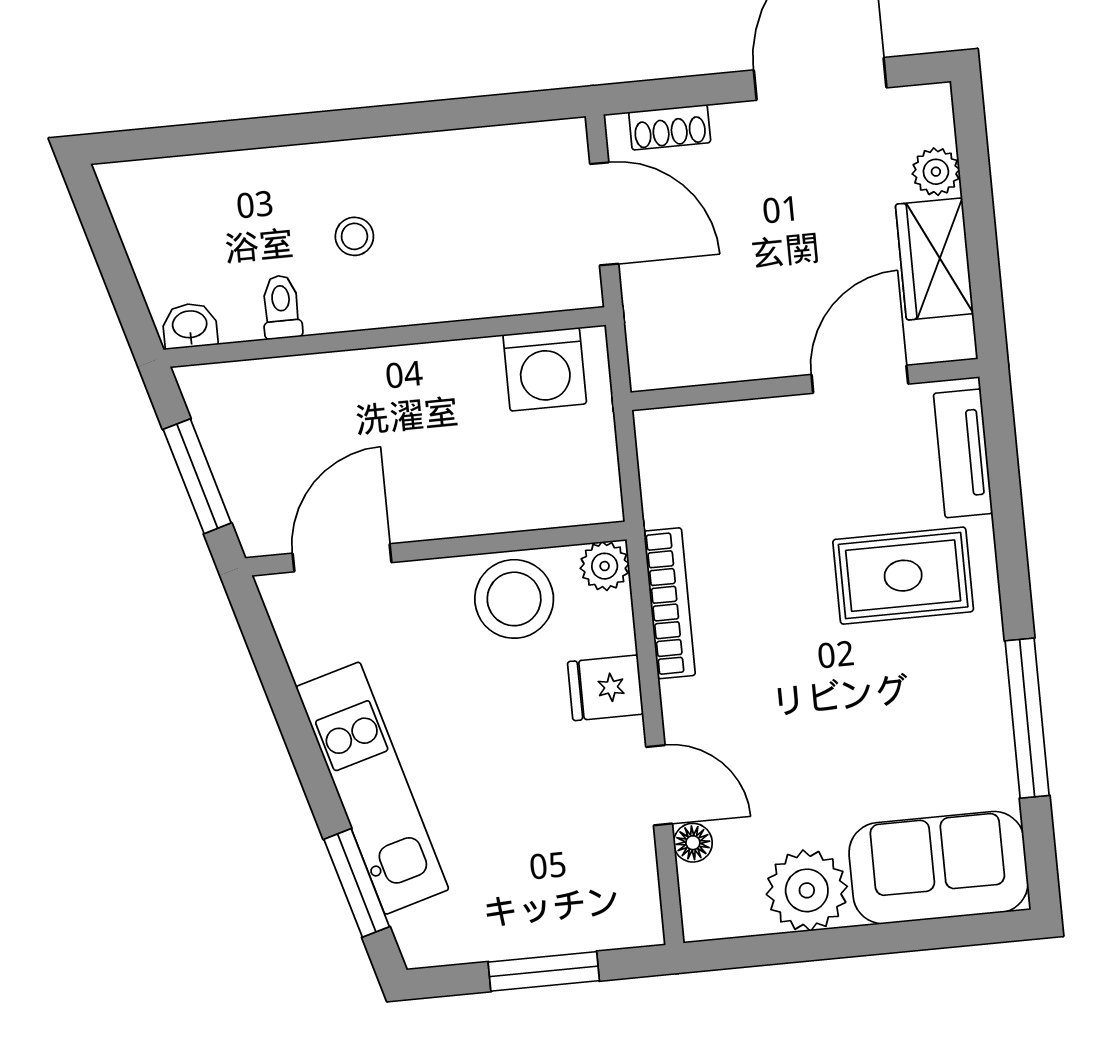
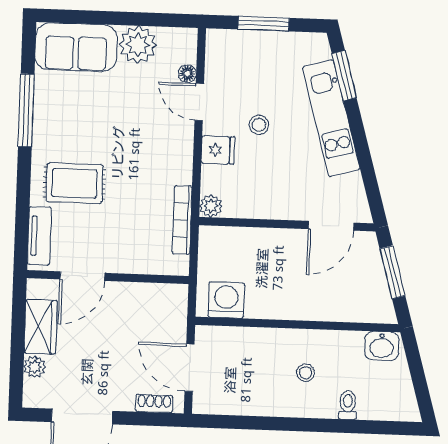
toilet: (281, 307) -> (348, 405), moved, turned 180
washbasin: (190, 326) -> (382, 346), width x1.38, depth x1.45
stool: (514, 599) -> (259, 125), moved, width x0.53, depth x0.53
bookcase: (670, 603) -> (182, 220), moved

